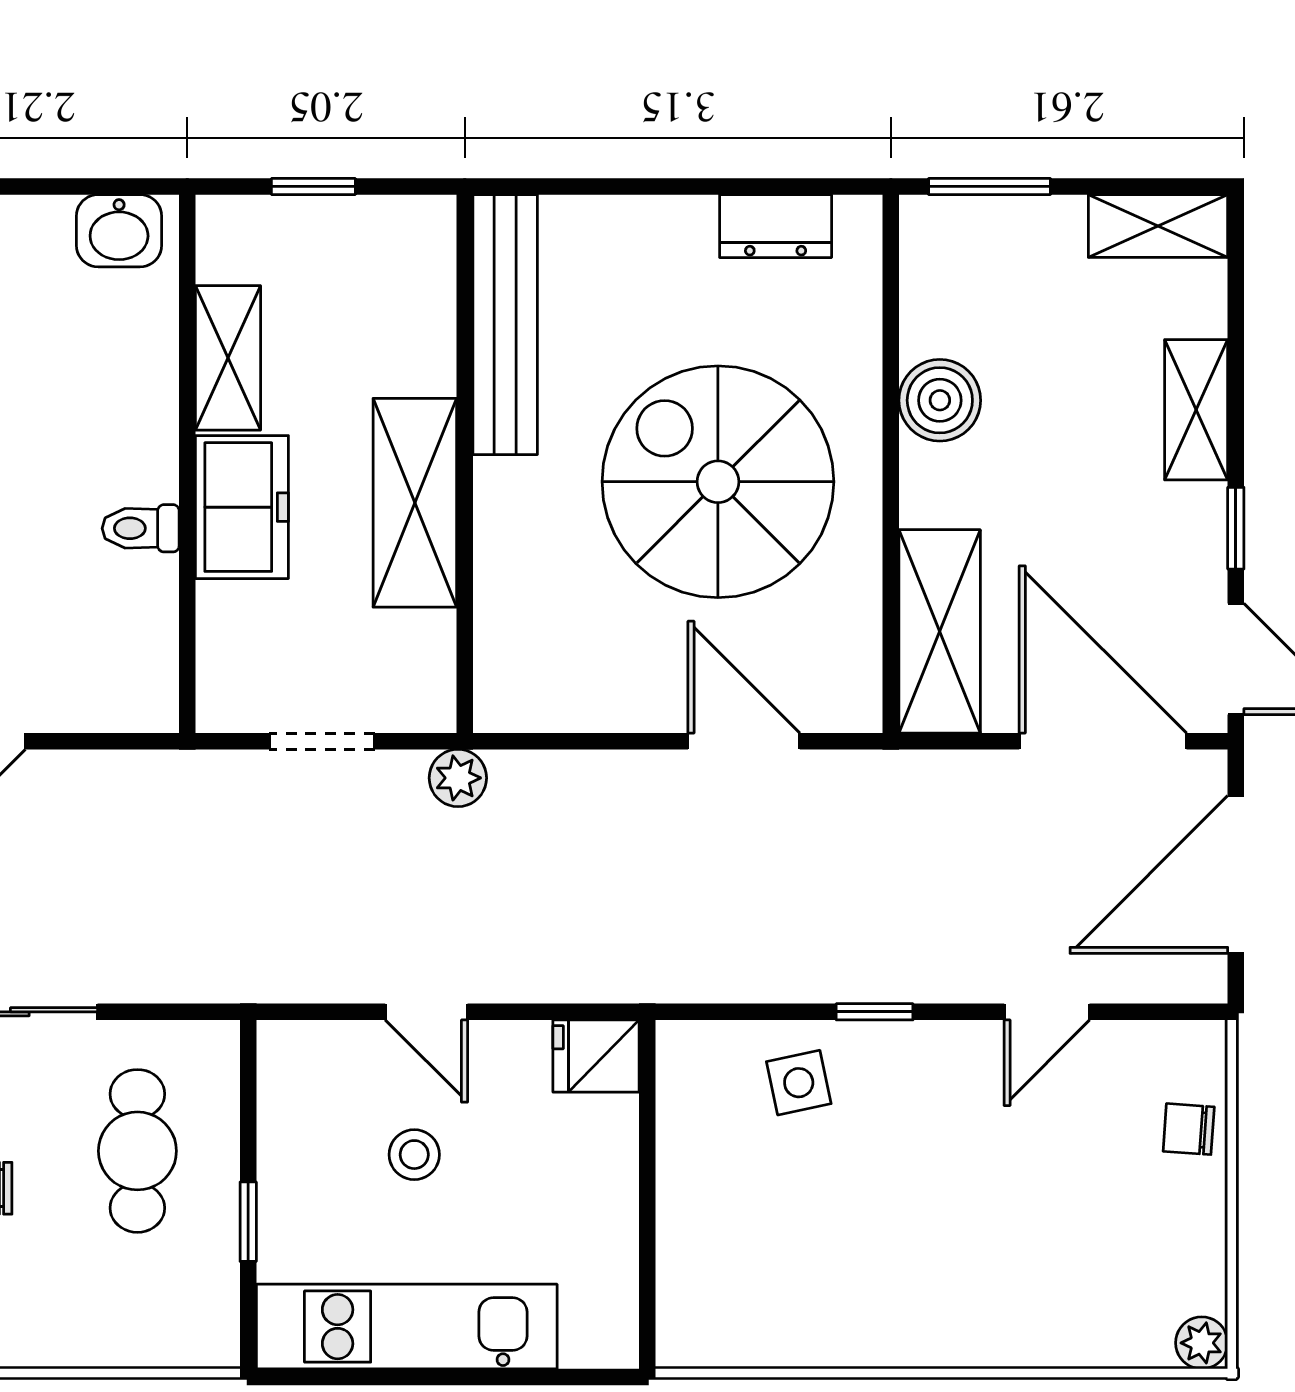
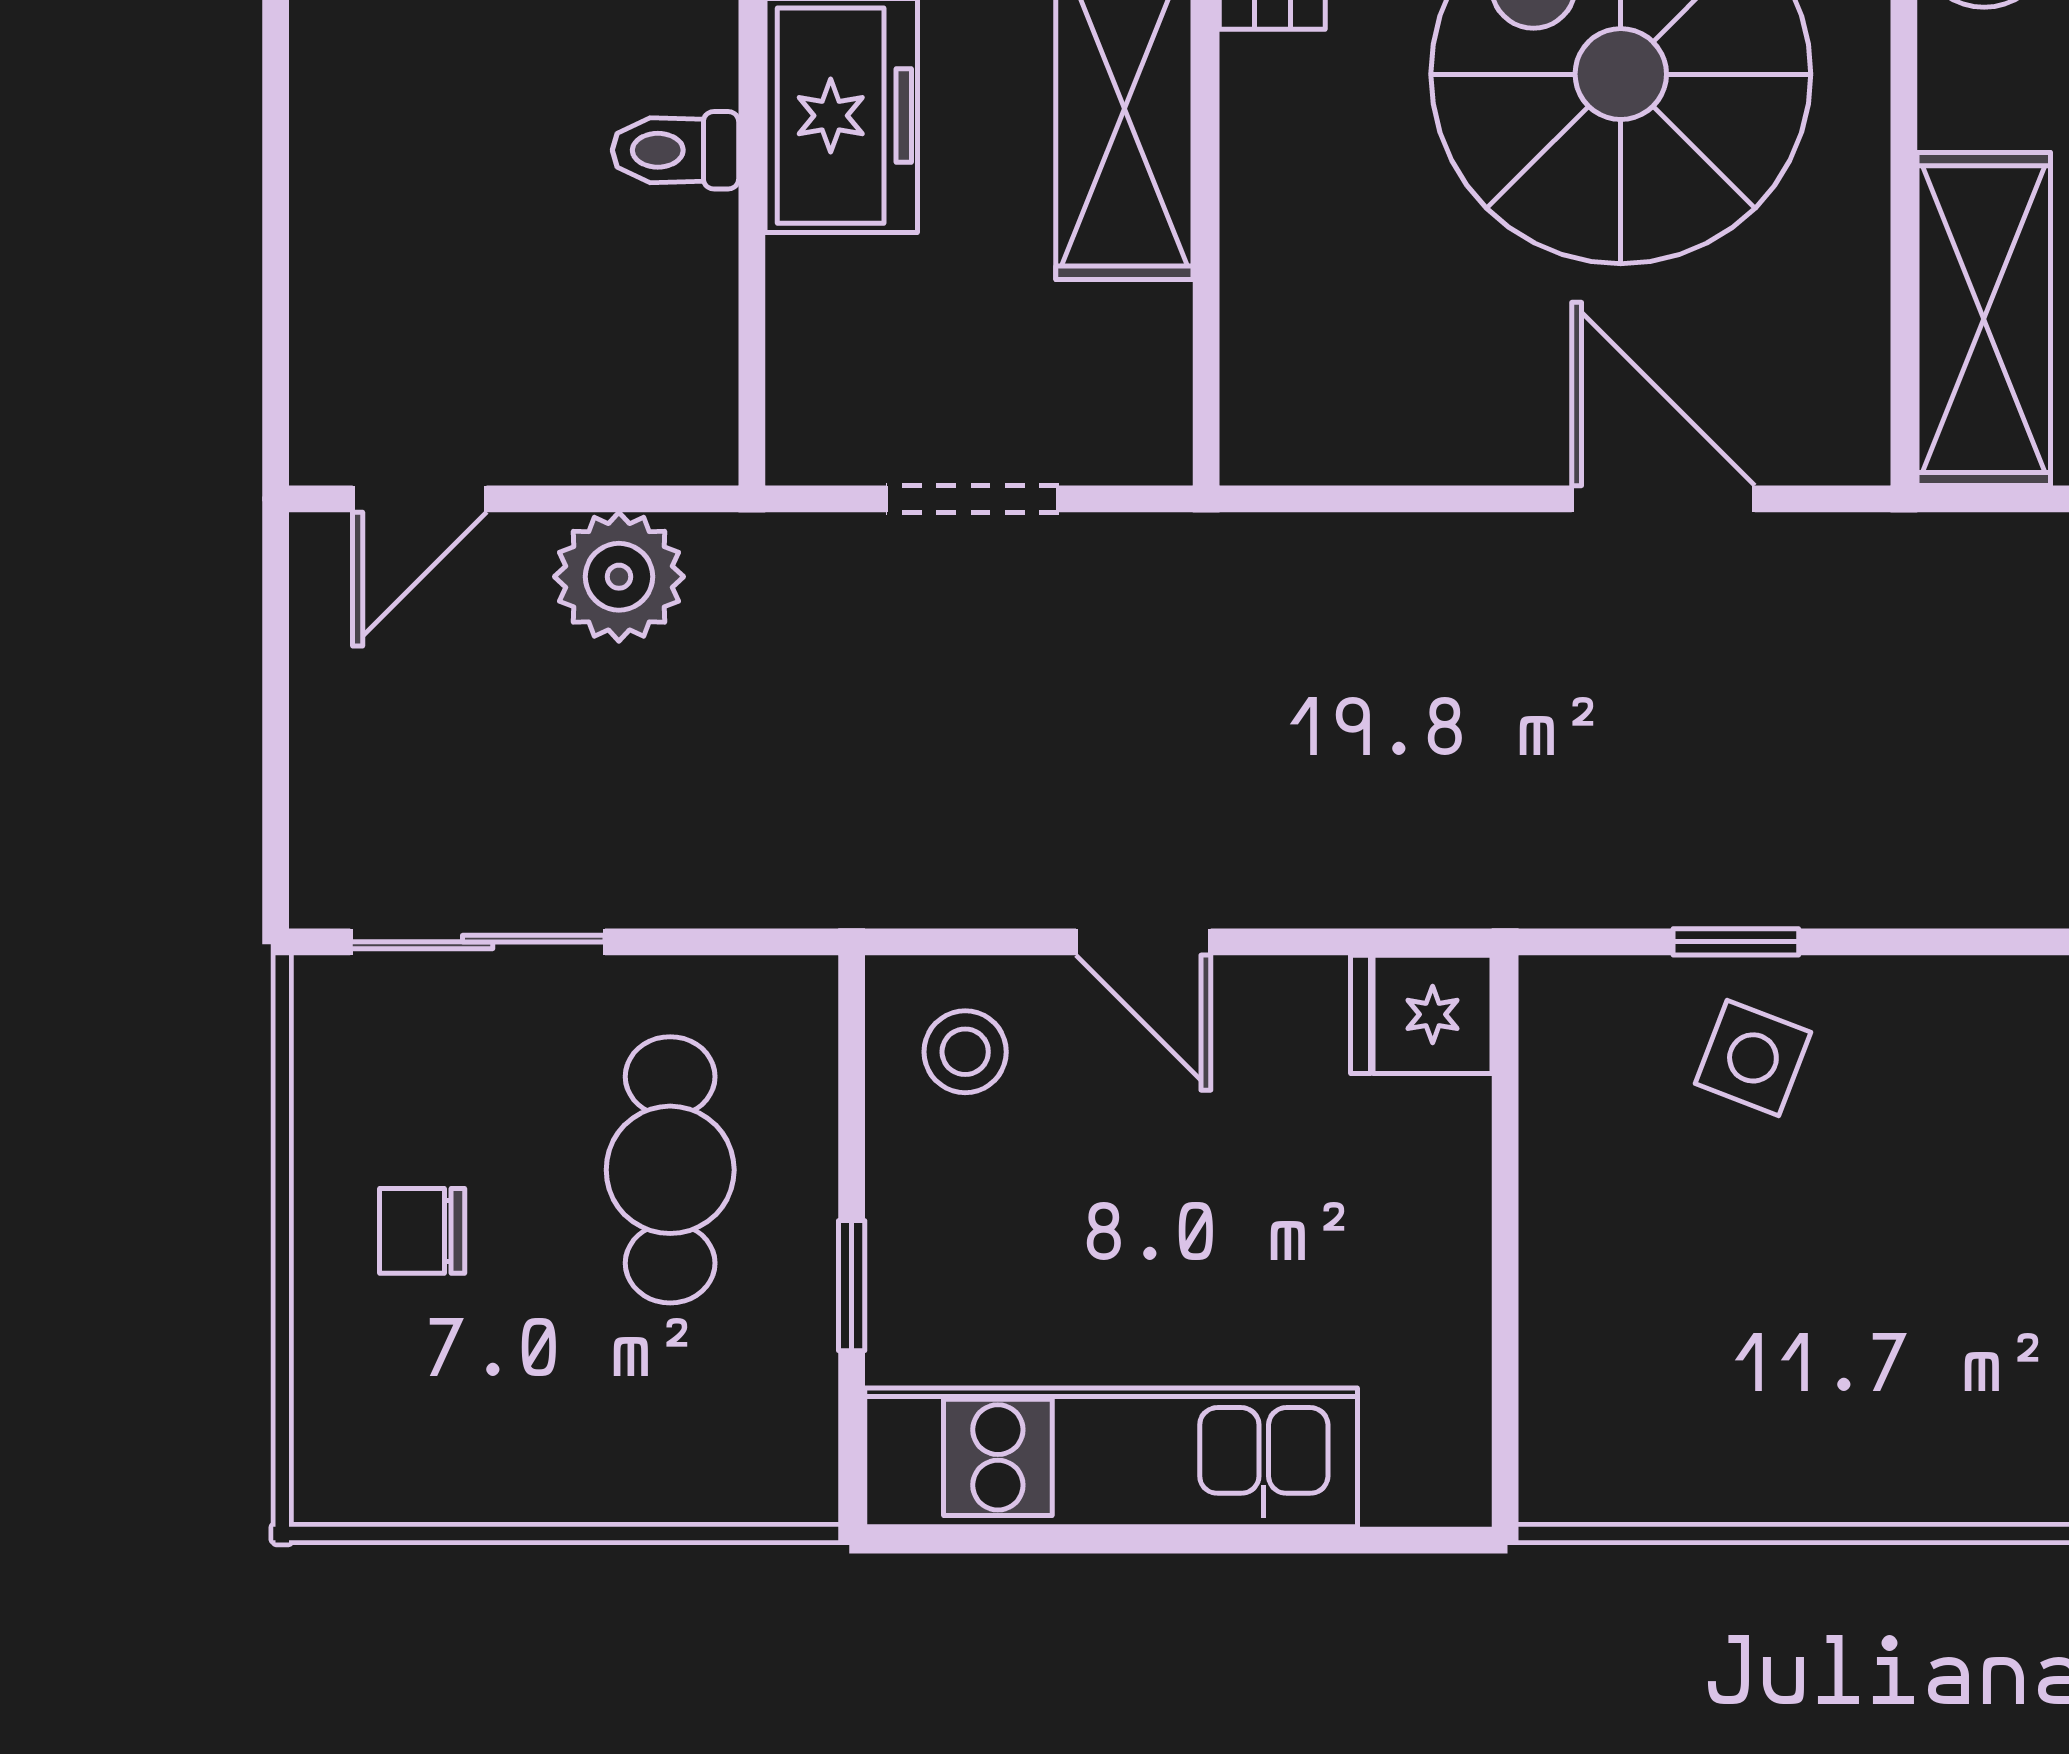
plant: (458, 778) -> (619, 577), moved, width x1.38, depth x1.38
window: (875, 1012) -> (1736, 942), moved
side table: (799, 1083) -> (1753, 1058), turned 33
stool: (414, 1155) -> (965, 1052), moved

